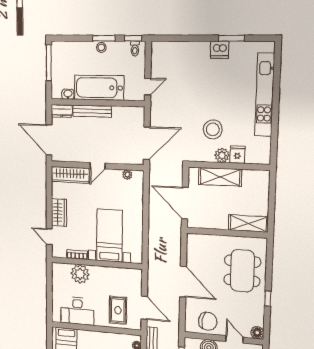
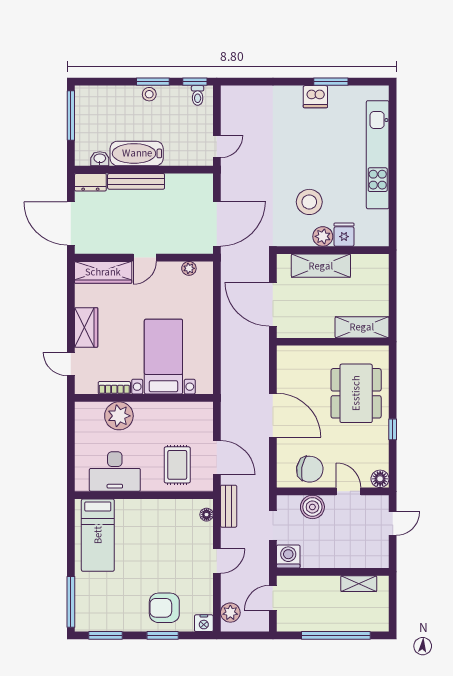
bathtub: (99, 88) -> (137, 153), width x0.73, depth x0.73

